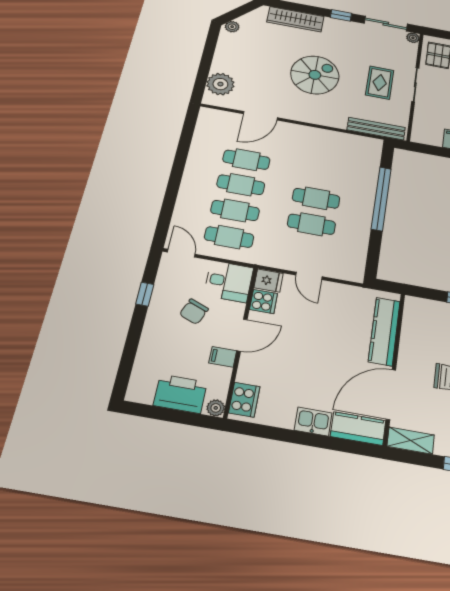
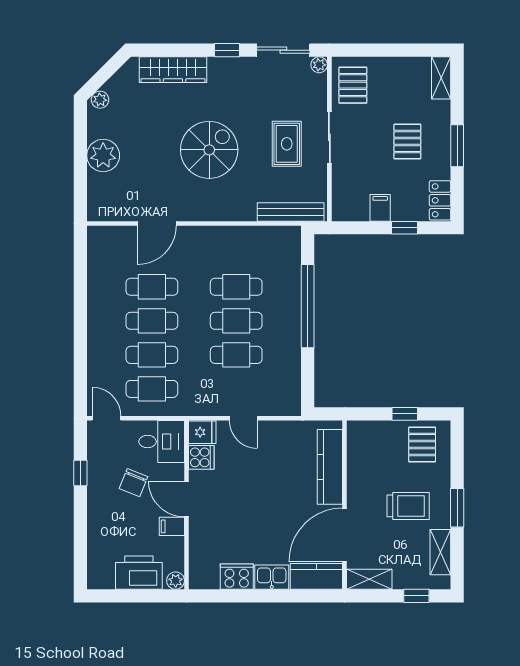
plant: (220, 84) -> (103, 155), moved
cafe table: (321, 173) -> (236, 287), added
door: (242, 335) -> (186, 499), swing flipped
cooker: (244, 400) -> (237, 577), moved, turned -90

